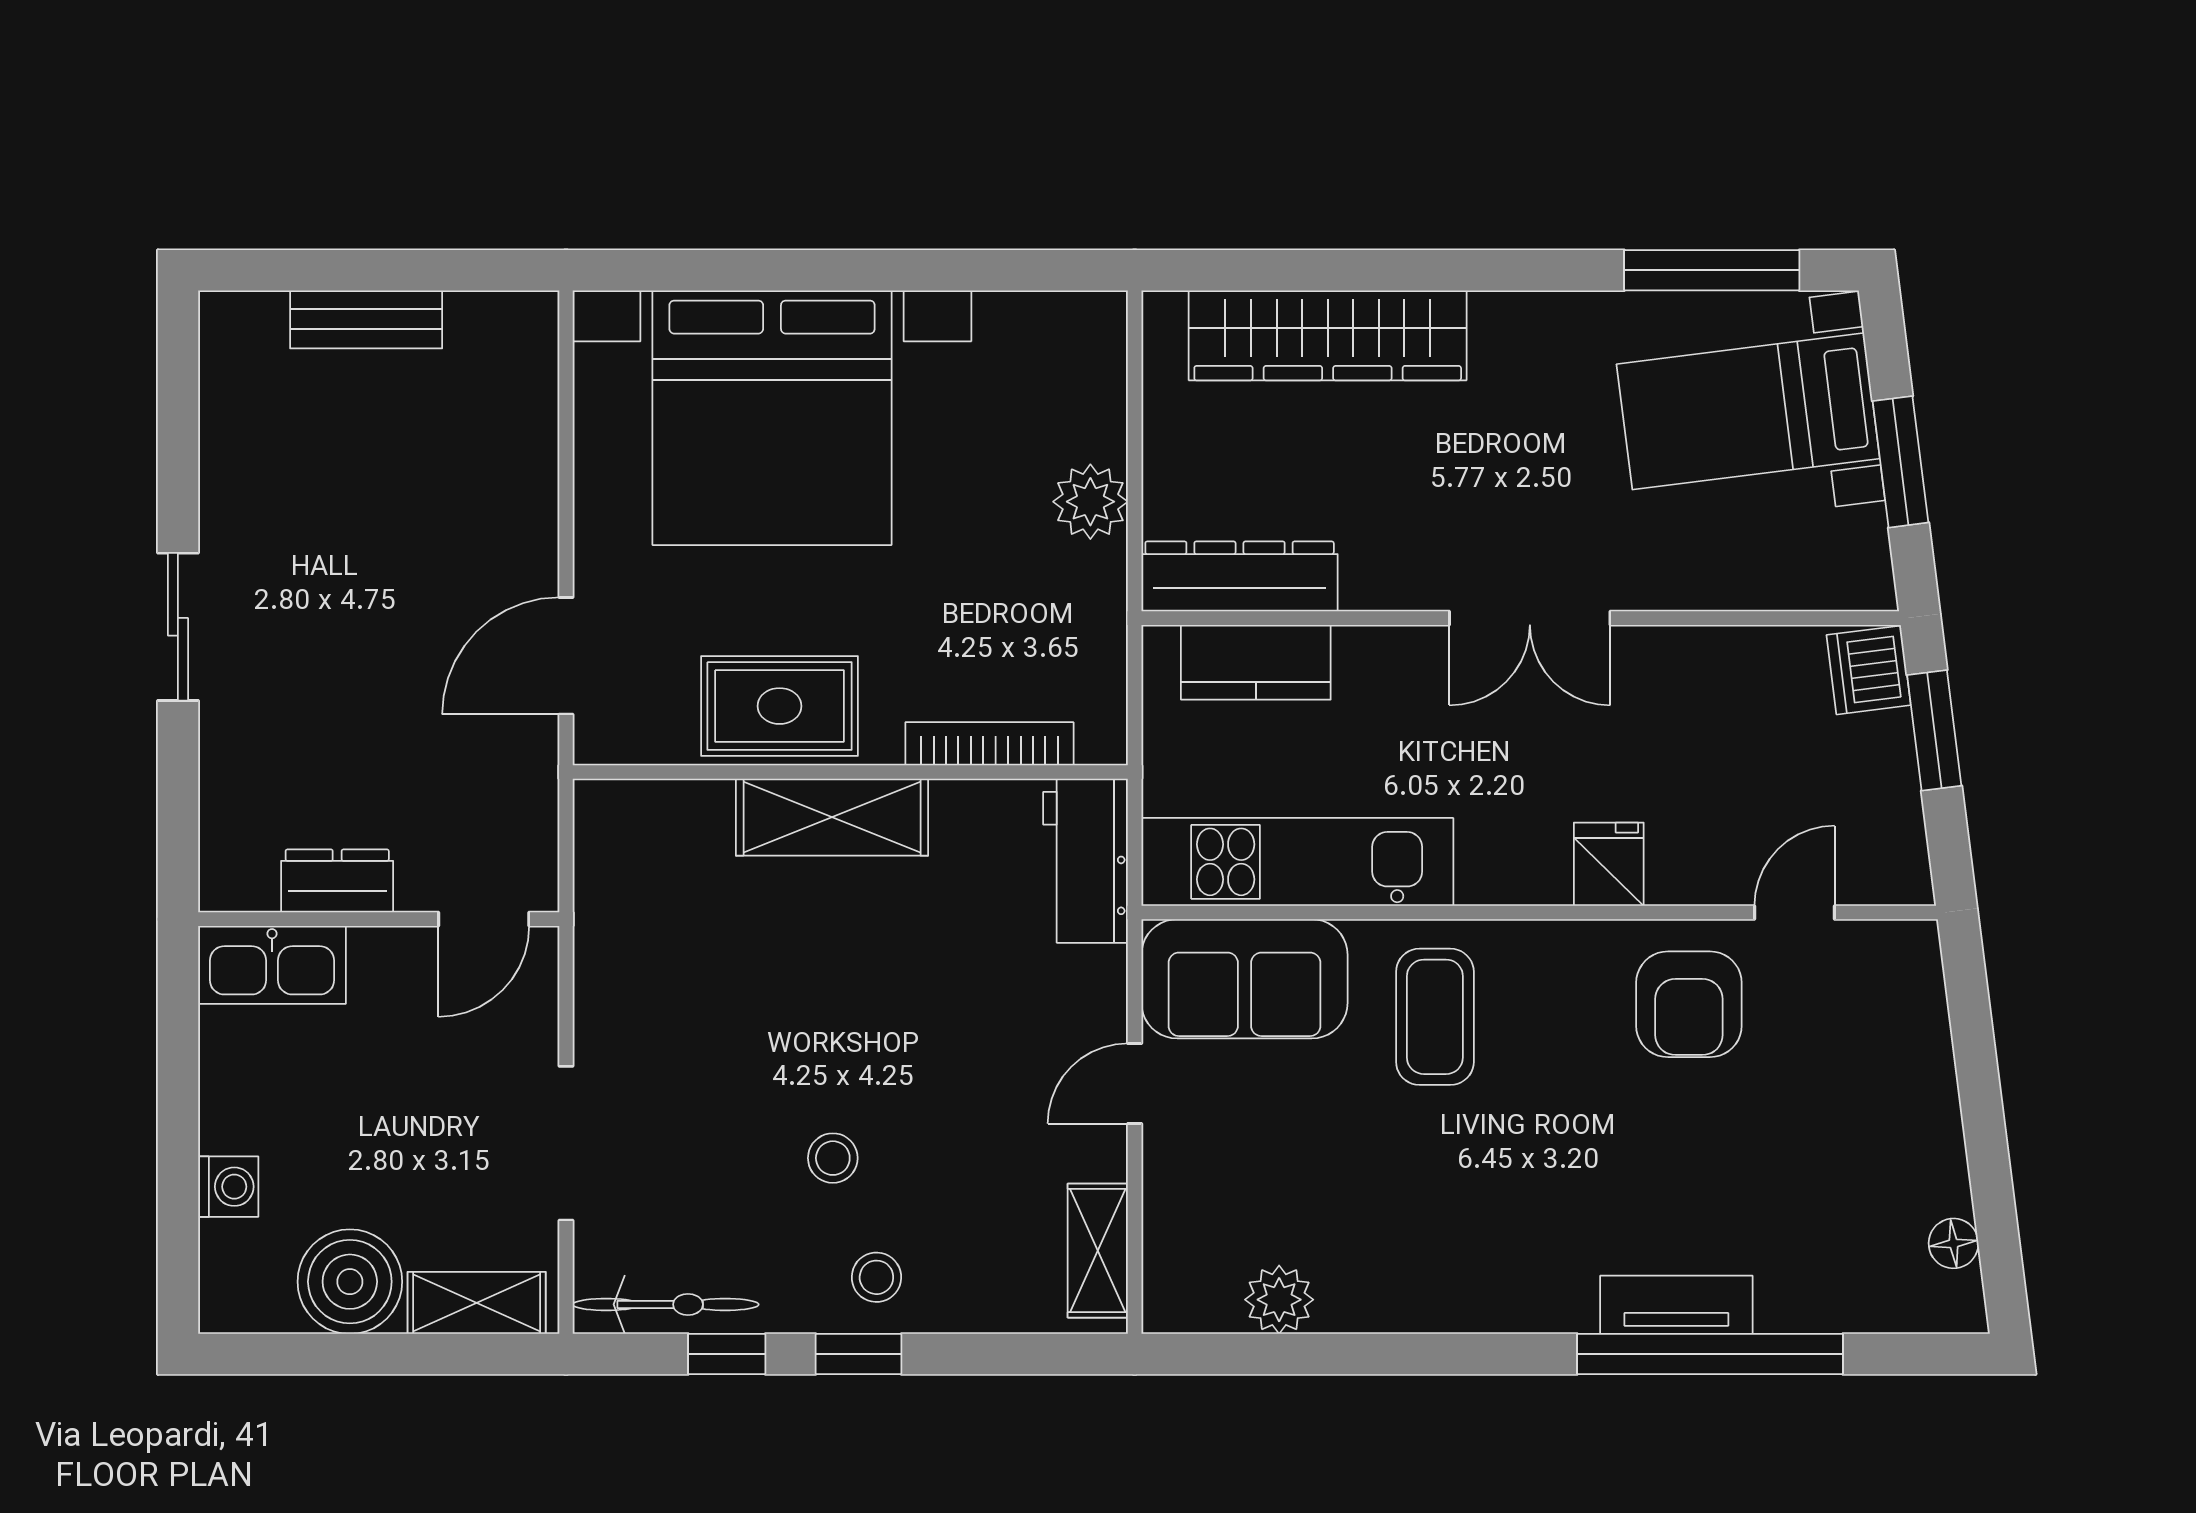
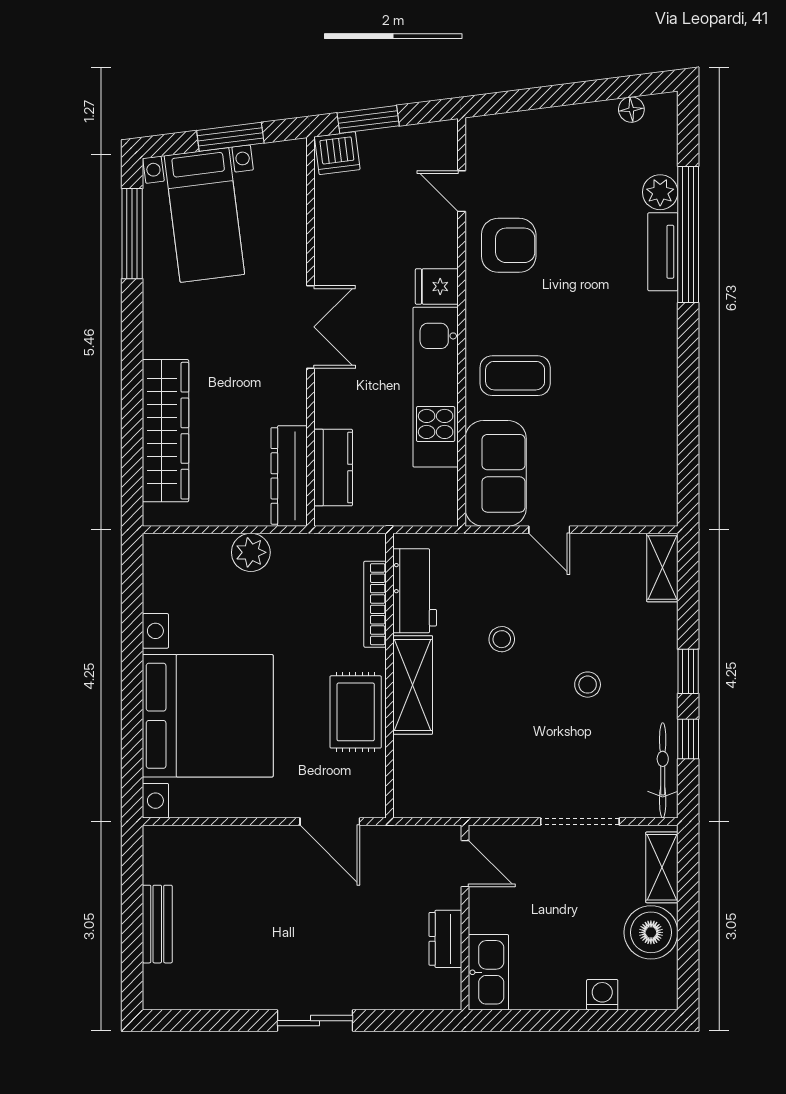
workbench: (1086, 861) -> (415, 591), moved, turned -90
kitchen unit: (1297, 862) -> (436, 387), moved
shelving: (1098, 1251) -> (662, 568), moved, turned 90
stool: (876, 1277) -> (502, 639), moved
plant: (1279, 1300) -> (660, 192), moved

